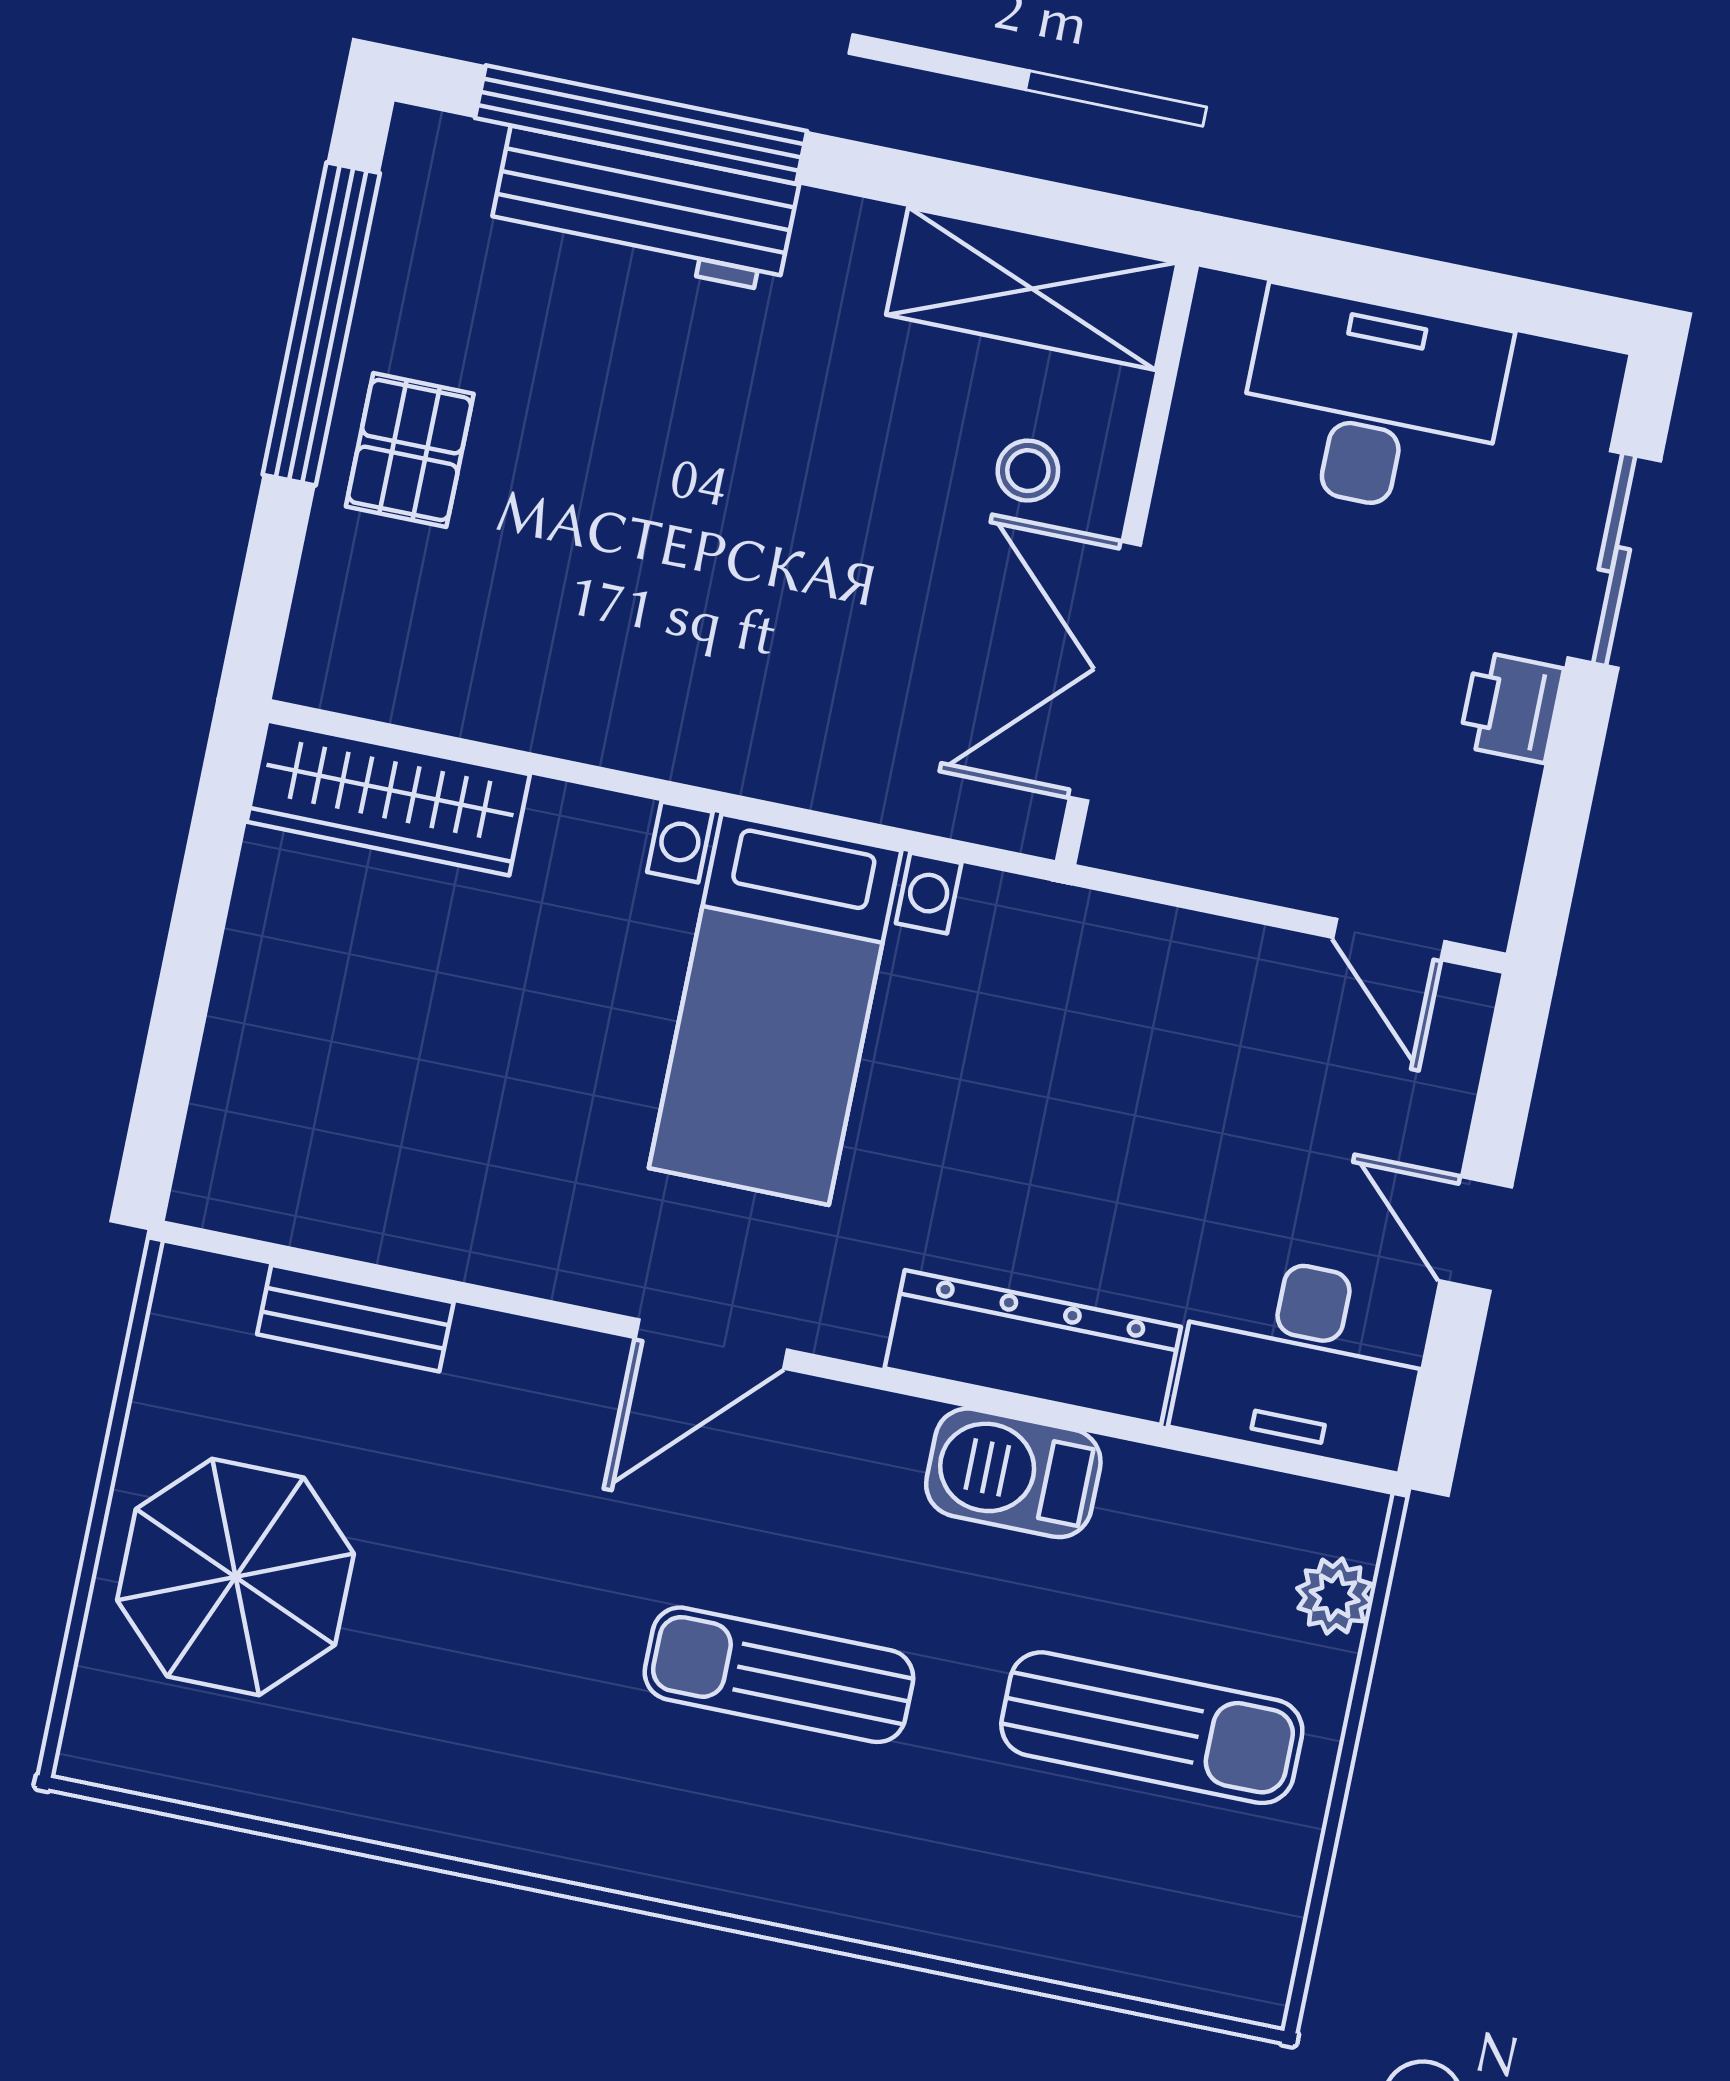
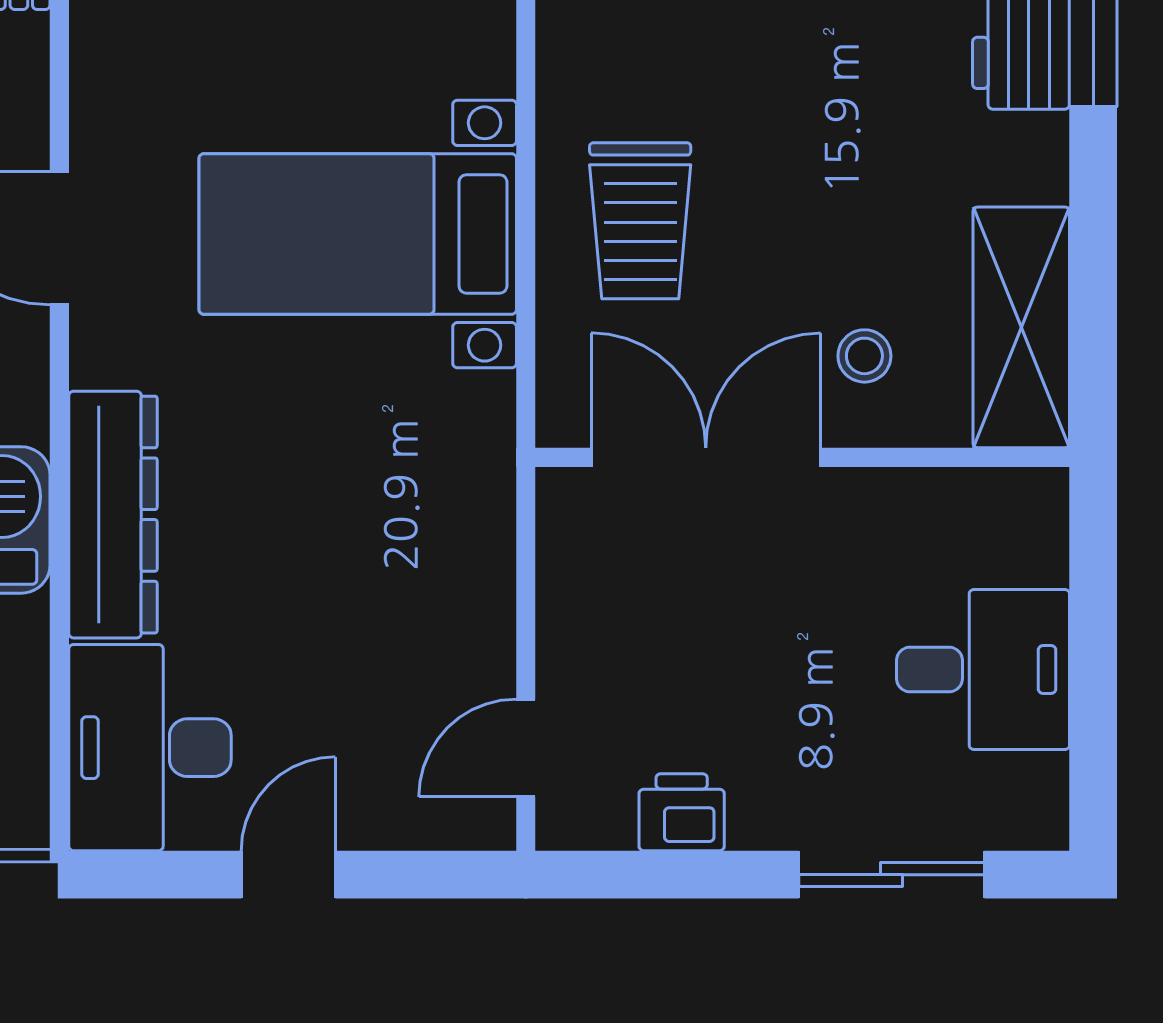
desk: (1372, 403) -> (983, 670), width x0.73
trolley: (825, 690) -> (640, 221), added
printer: (1511, 707) -> (682, 812), moved

